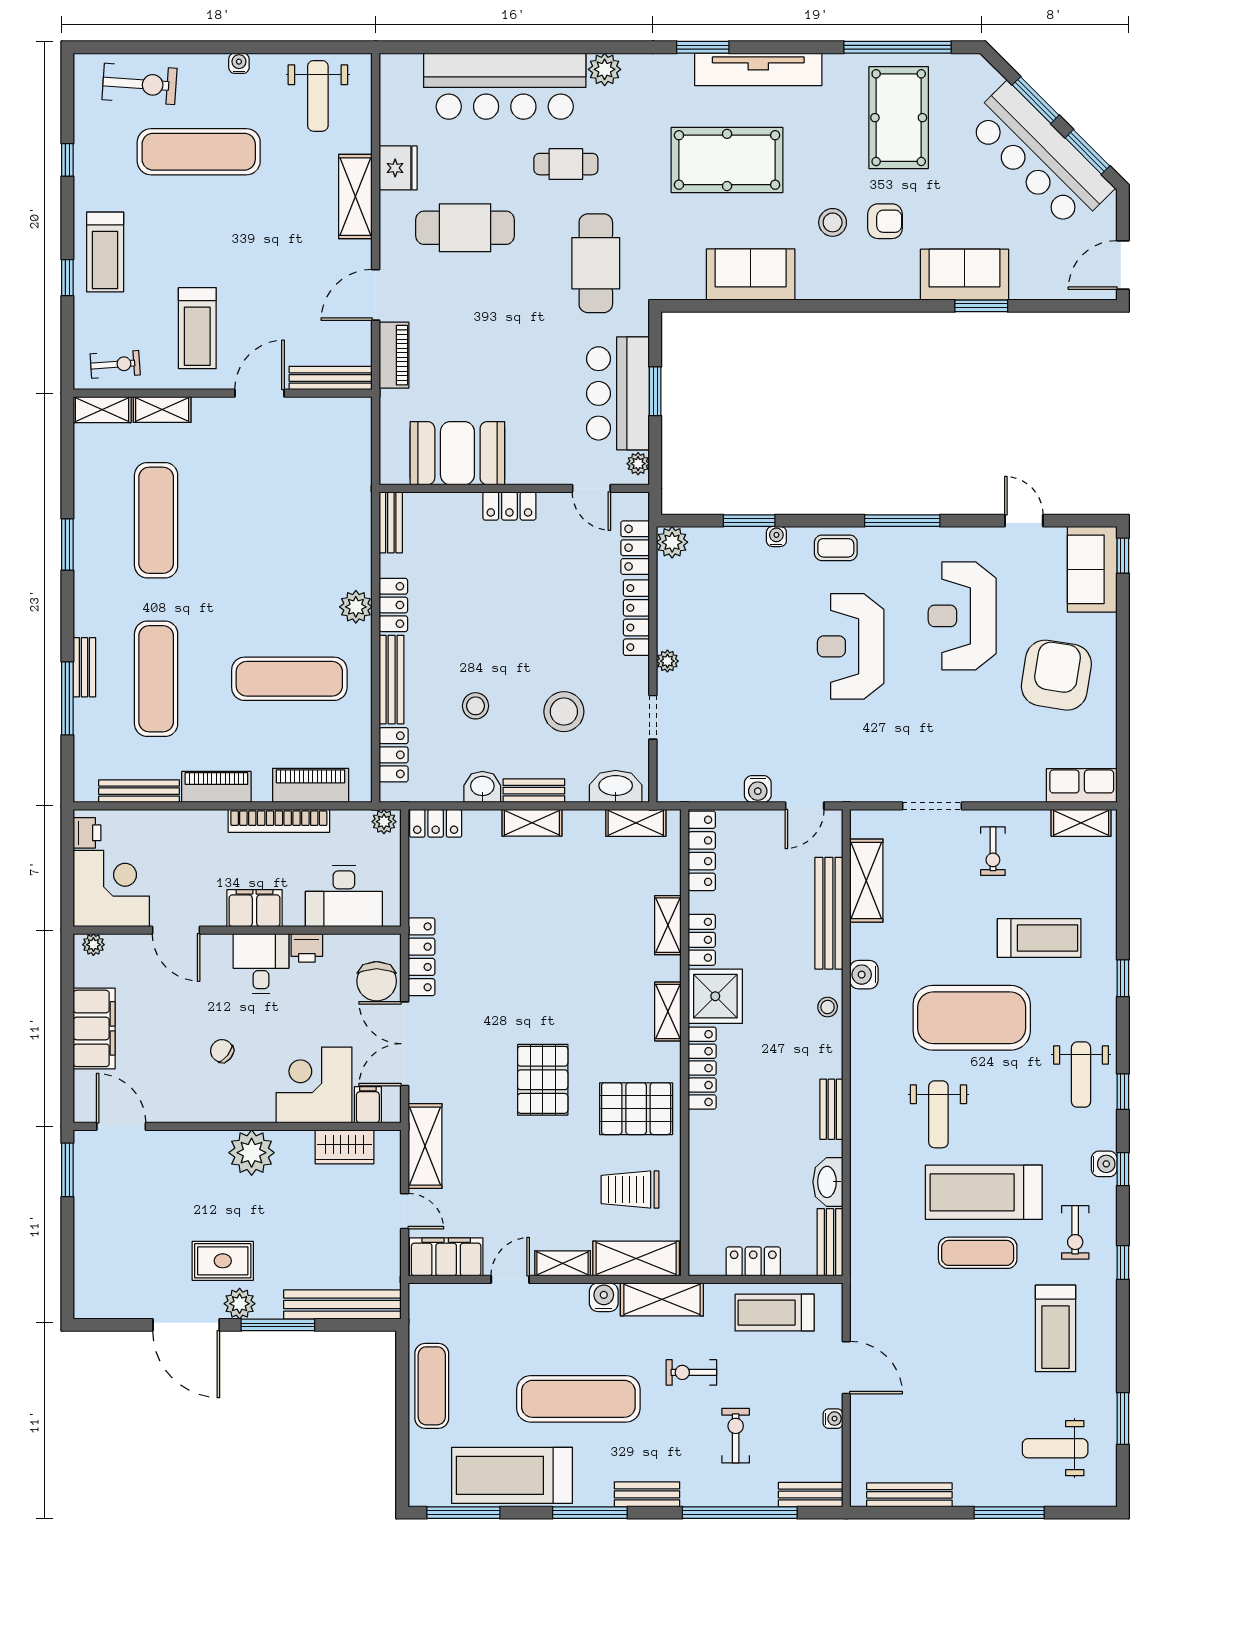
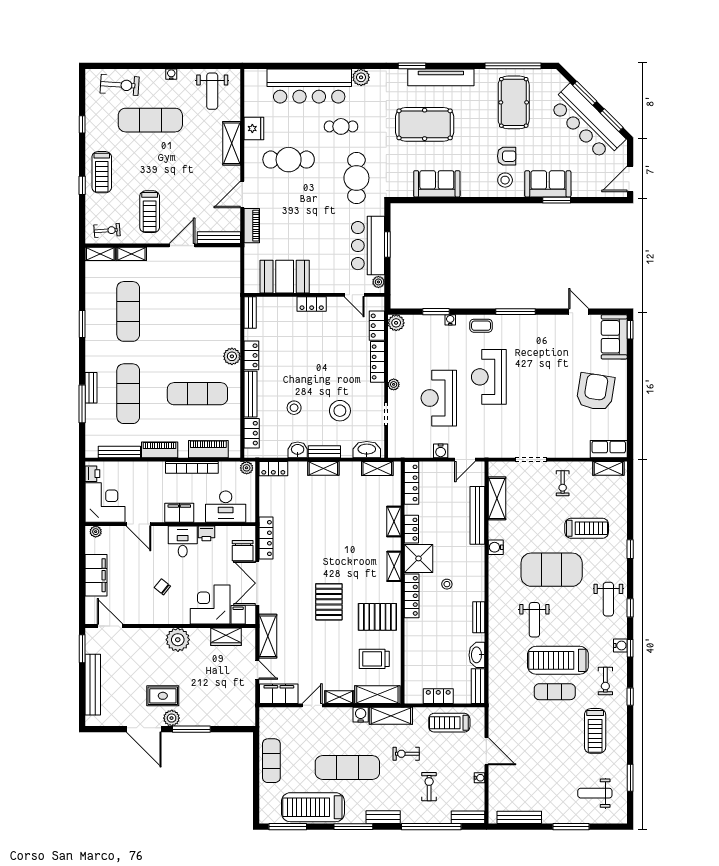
stool: (833, 222) -> (505, 180), moved
reception desk: (962, 616) -> (439, 398), moved
stool: (828, 1007) -> (447, 584), moved
bench: (342, 1305) -> (93, 685), moved, turned 90

